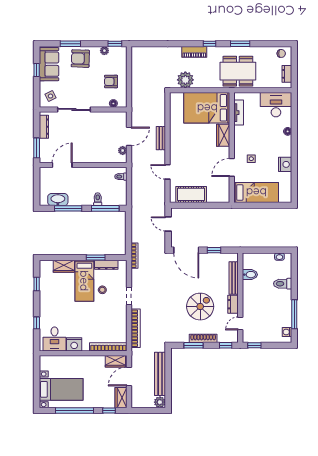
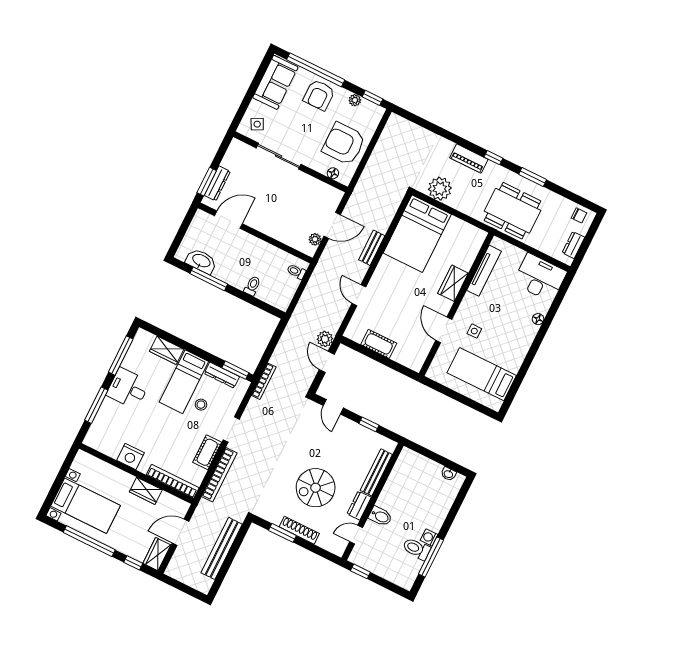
window: (70, 44) -> (316, 70), width x2.11
armchair: (80, 59) -> (319, 95), turned -92
window: (37, 70) -> (256, 82), removed
armchair: (111, 81) -> (344, 144), width x1.88, depth x1.88
bed: (207, 108) -> (417, 234), moved, turned -90
tv unit: (239, 113) -> (484, 271), width x1.41
dresser: (44, 127) -> (217, 183), moved
nightstand: (285, 164) -> (514, 360), removed
door: (232, 167) -> (444, 330), hinge flipped
bed: (256, 192) -> (482, 374), moved, turned 180
cot: (191, 194) -> (379, 344), width x0.73, depth x0.75
window: (105, 208) -> (256, 302), removed
door: (186, 250) -> (333, 407), width x0.53
window: (96, 258) -> (235, 370), moved
bidet: (250, 275) -> (380, 516), moved
window: (37, 284) -> (121, 356), width x2.17
toilet: (283, 284) -> (416, 549), moved
spiral stairs: (200, 307) -> (316, 488), turned 180
cot: (121, 318) -> (207, 452), added
window: (37, 323) -> (96, 405), width x2.17
washing machine: (287, 332) -> (429, 537), moved
desk: (55, 339) -> (128, 388), moved, turned 90
window: (226, 345) -> (324, 553), removed
wardrobe: (115, 361) -> (146, 491), moved
plant: (160, 402) -> (325, 339), moved

